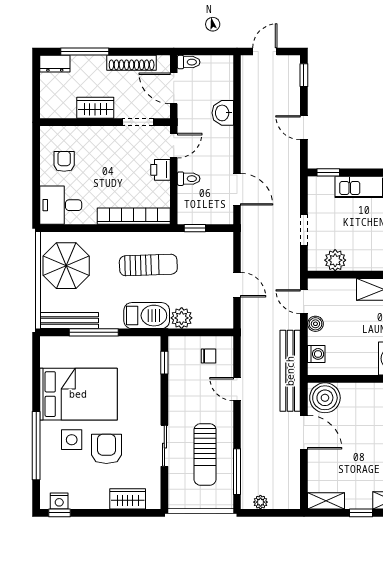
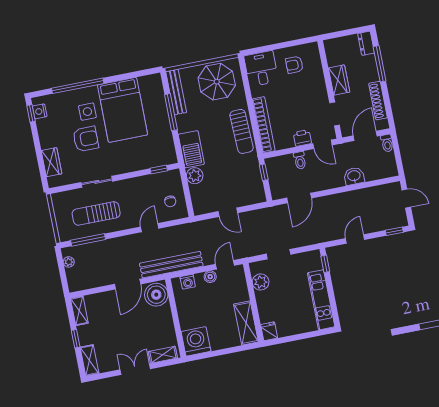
armchair: (64, 161) -> (294, 65), turned 180
sun lounger: (148, 265) -> (241, 131), moved
door: (237, 285) -> (228, 212), hinge flipped

